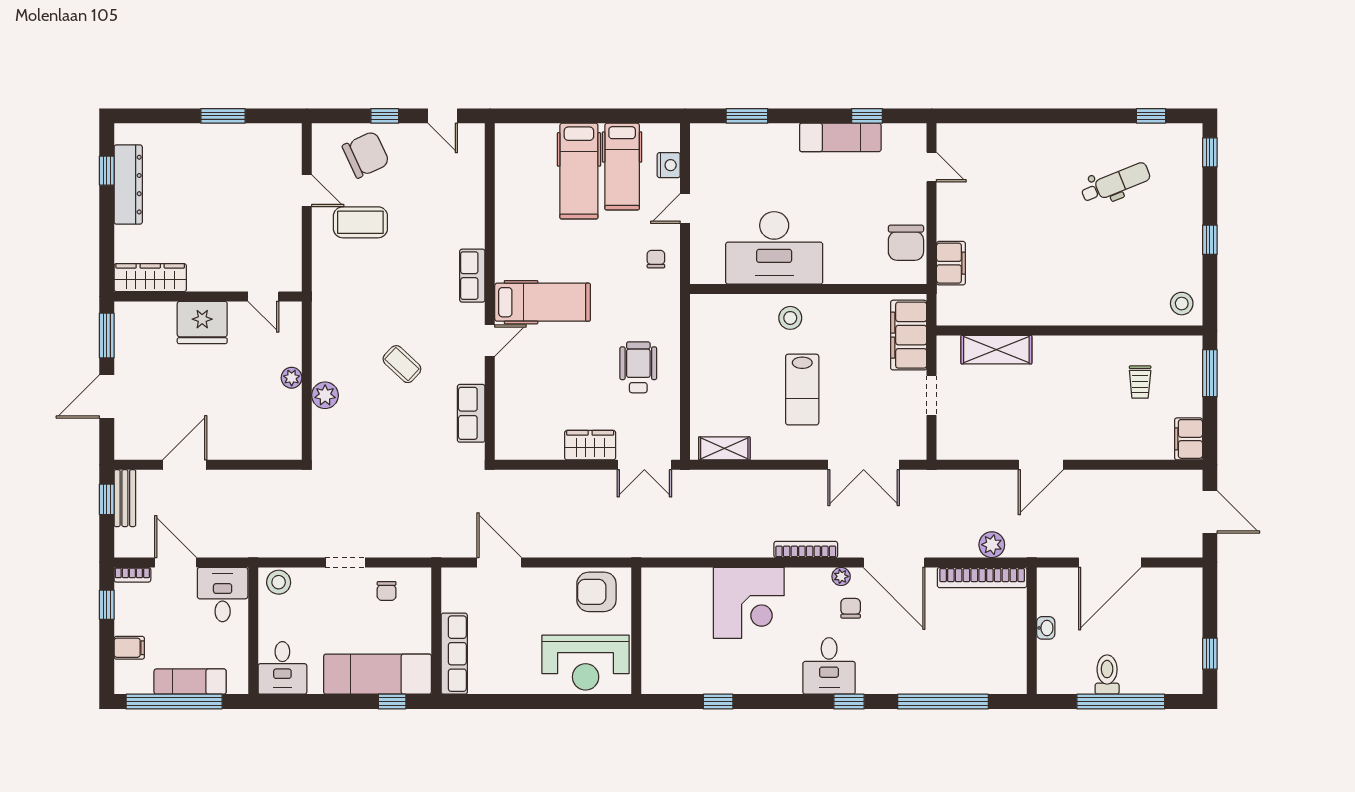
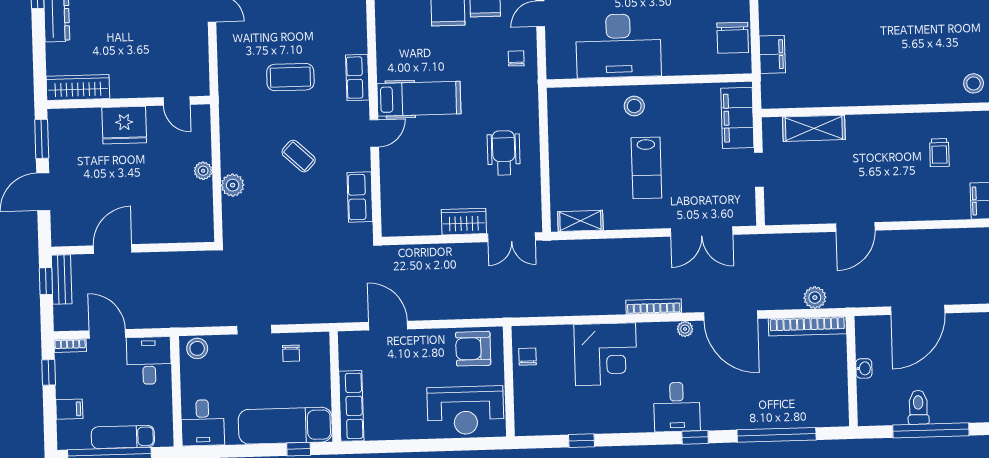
coffee table: (360, 222) -> (290, 77), moved
chair: (851, 608) -> (527, 357), moved

